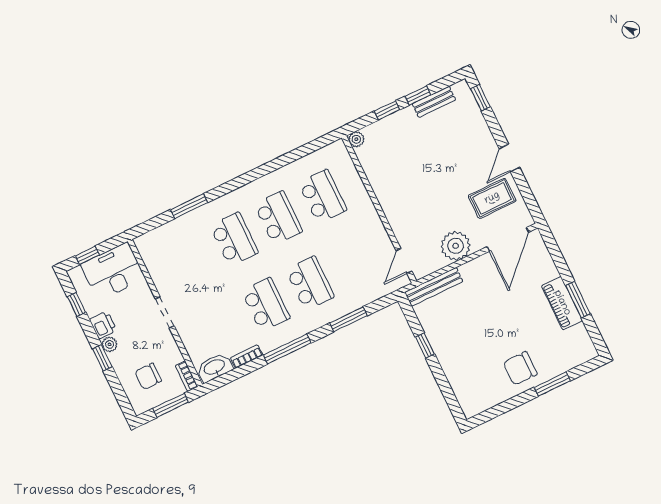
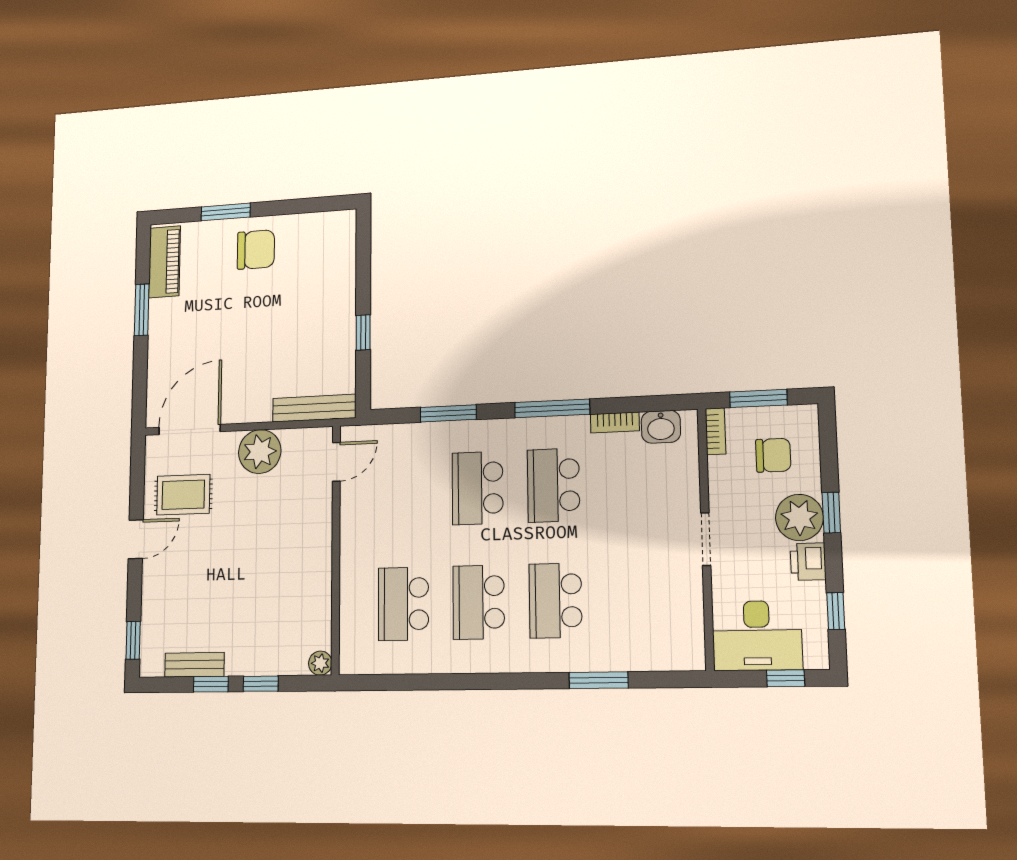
piano: (562, 303) -> (164, 262), moved
plant: (110, 344) -> (799, 518), width x1.88, depth x1.88
washbasin: (215, 367) -> (661, 427), width x0.72

